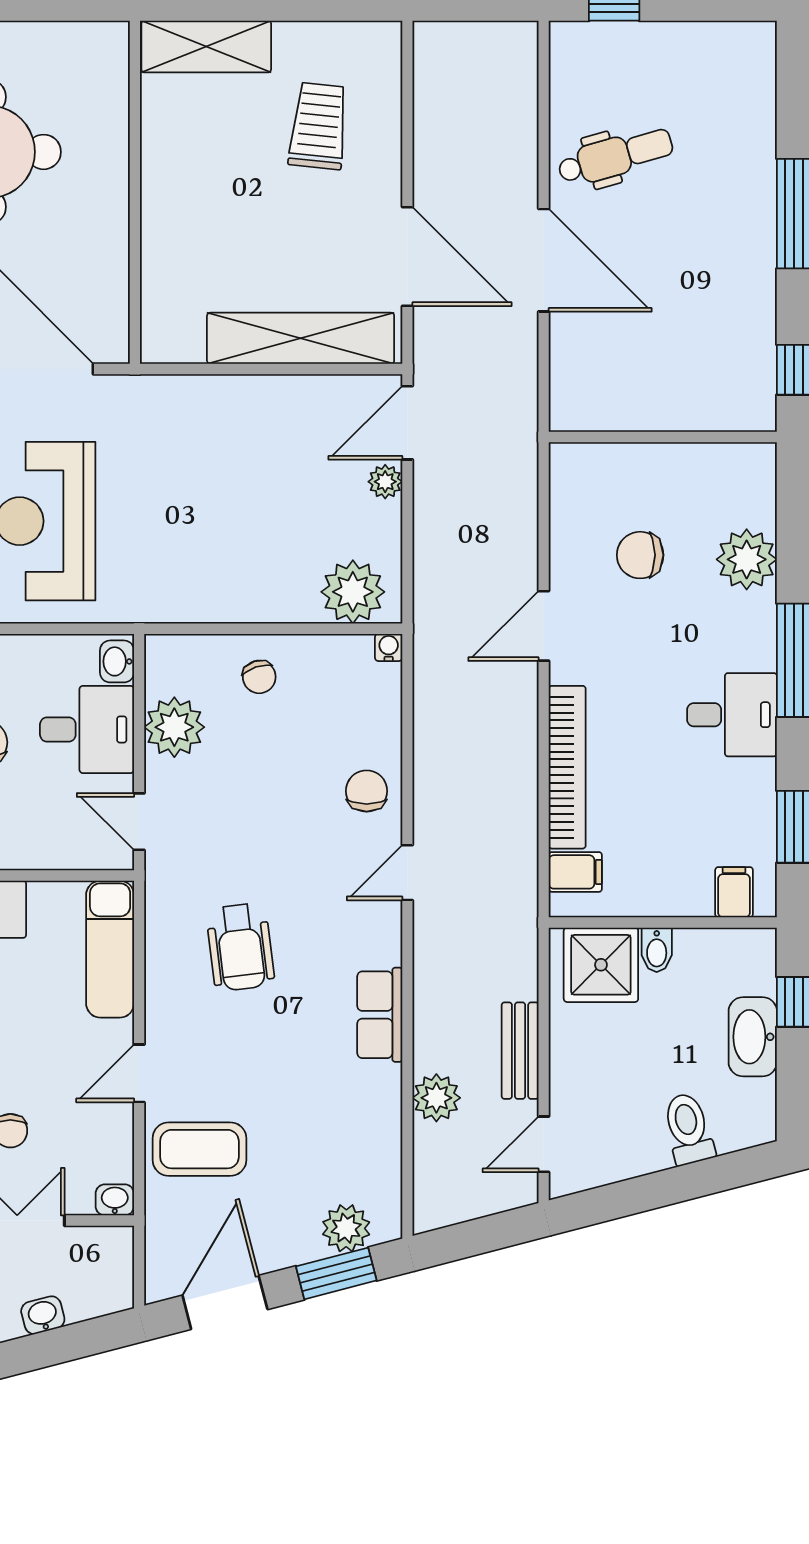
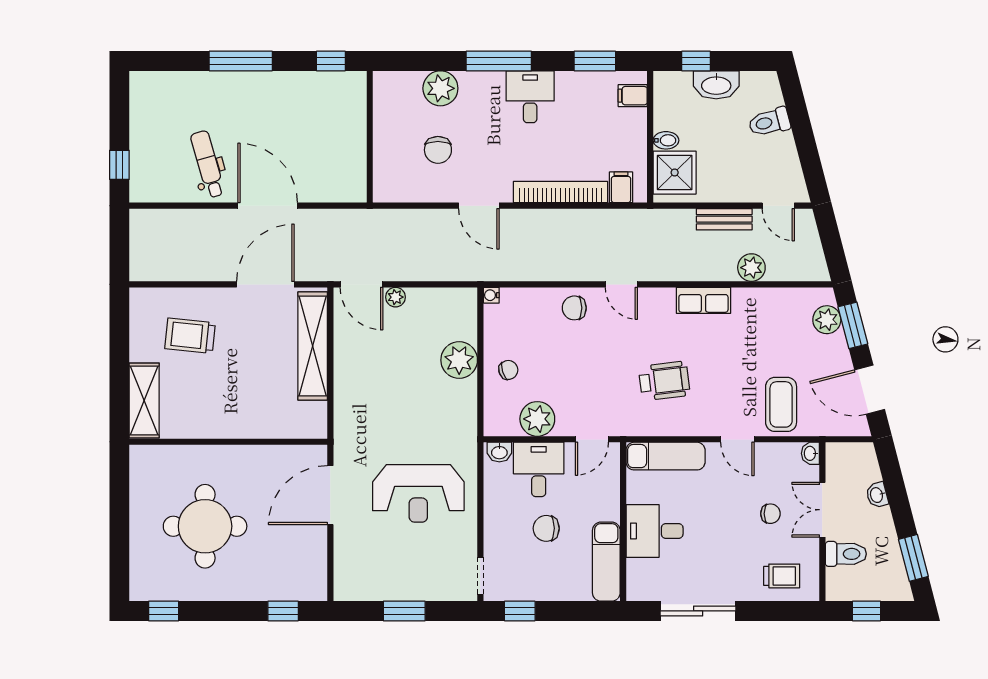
door: (544, 260) -> (268, 206), hinge flipped
plant: (353, 592) -> (459, 360), moved

